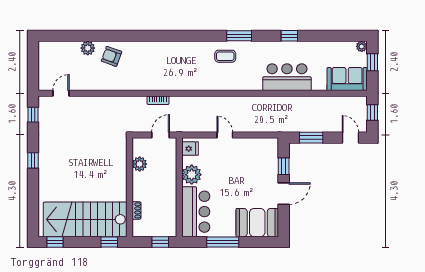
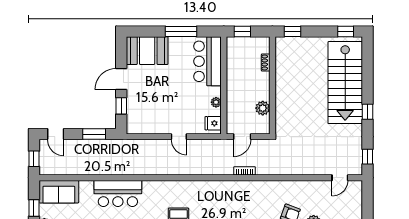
plant: (192, 175) -> (216, 102), width x0.53, depth x0.53
stairs: (85, 219) -> (345, 83), moved, turned 90

